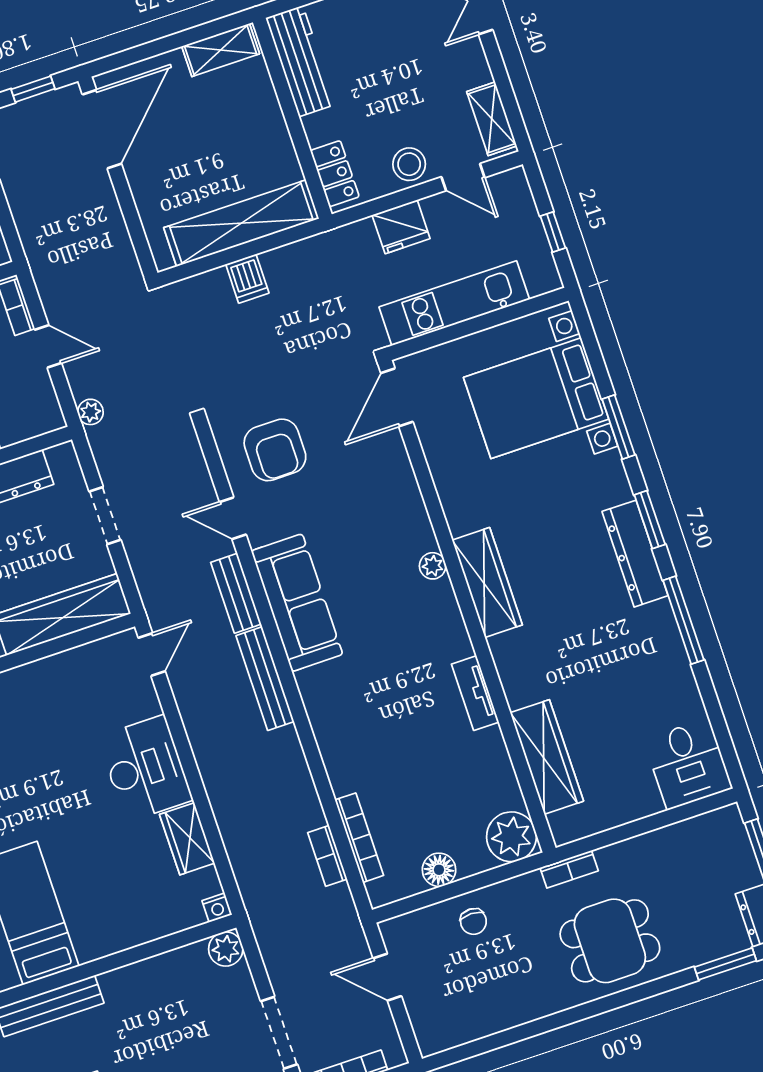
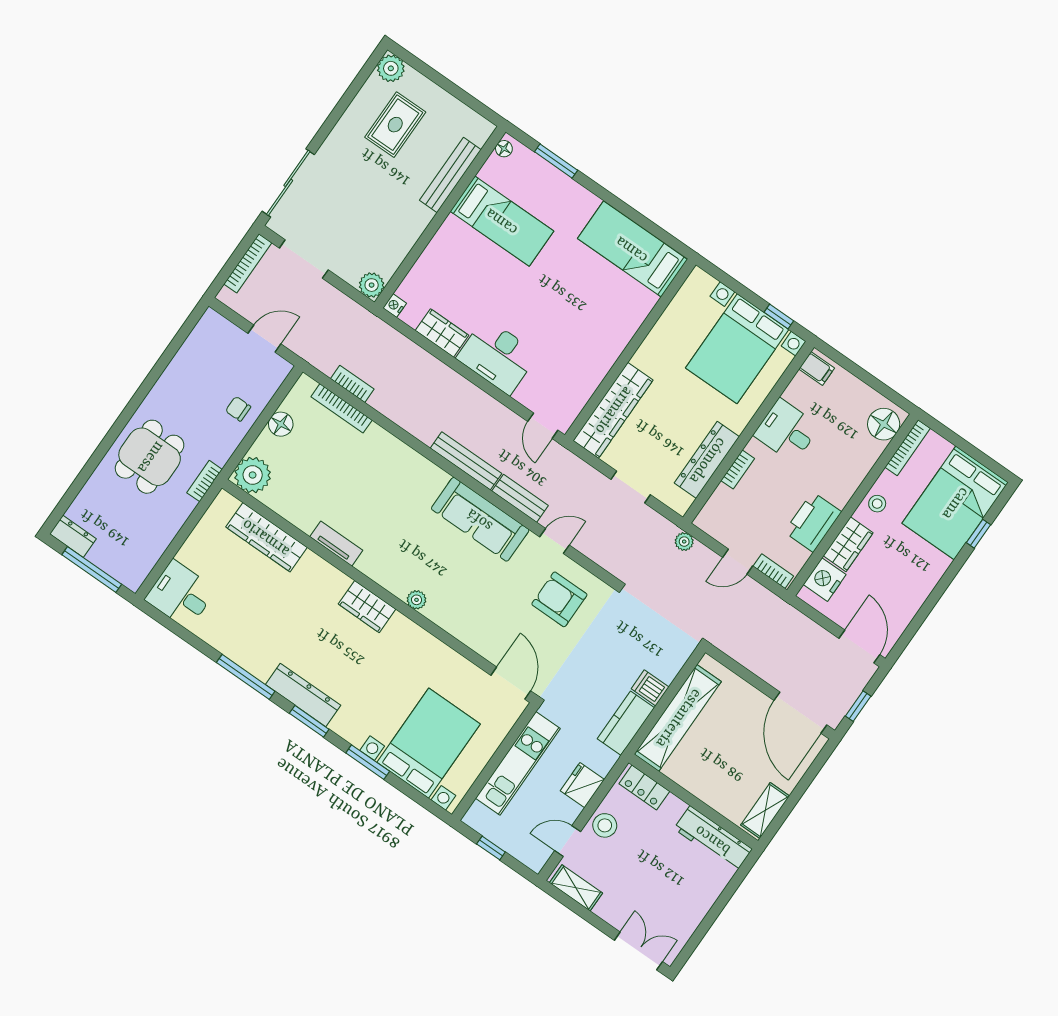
kitchen counter: (303, 259) -> (626, 723), added
wardrobe: (487, 583) -> (367, 607), width x0.67
window: (725, 964) -> (72, 493), removed

